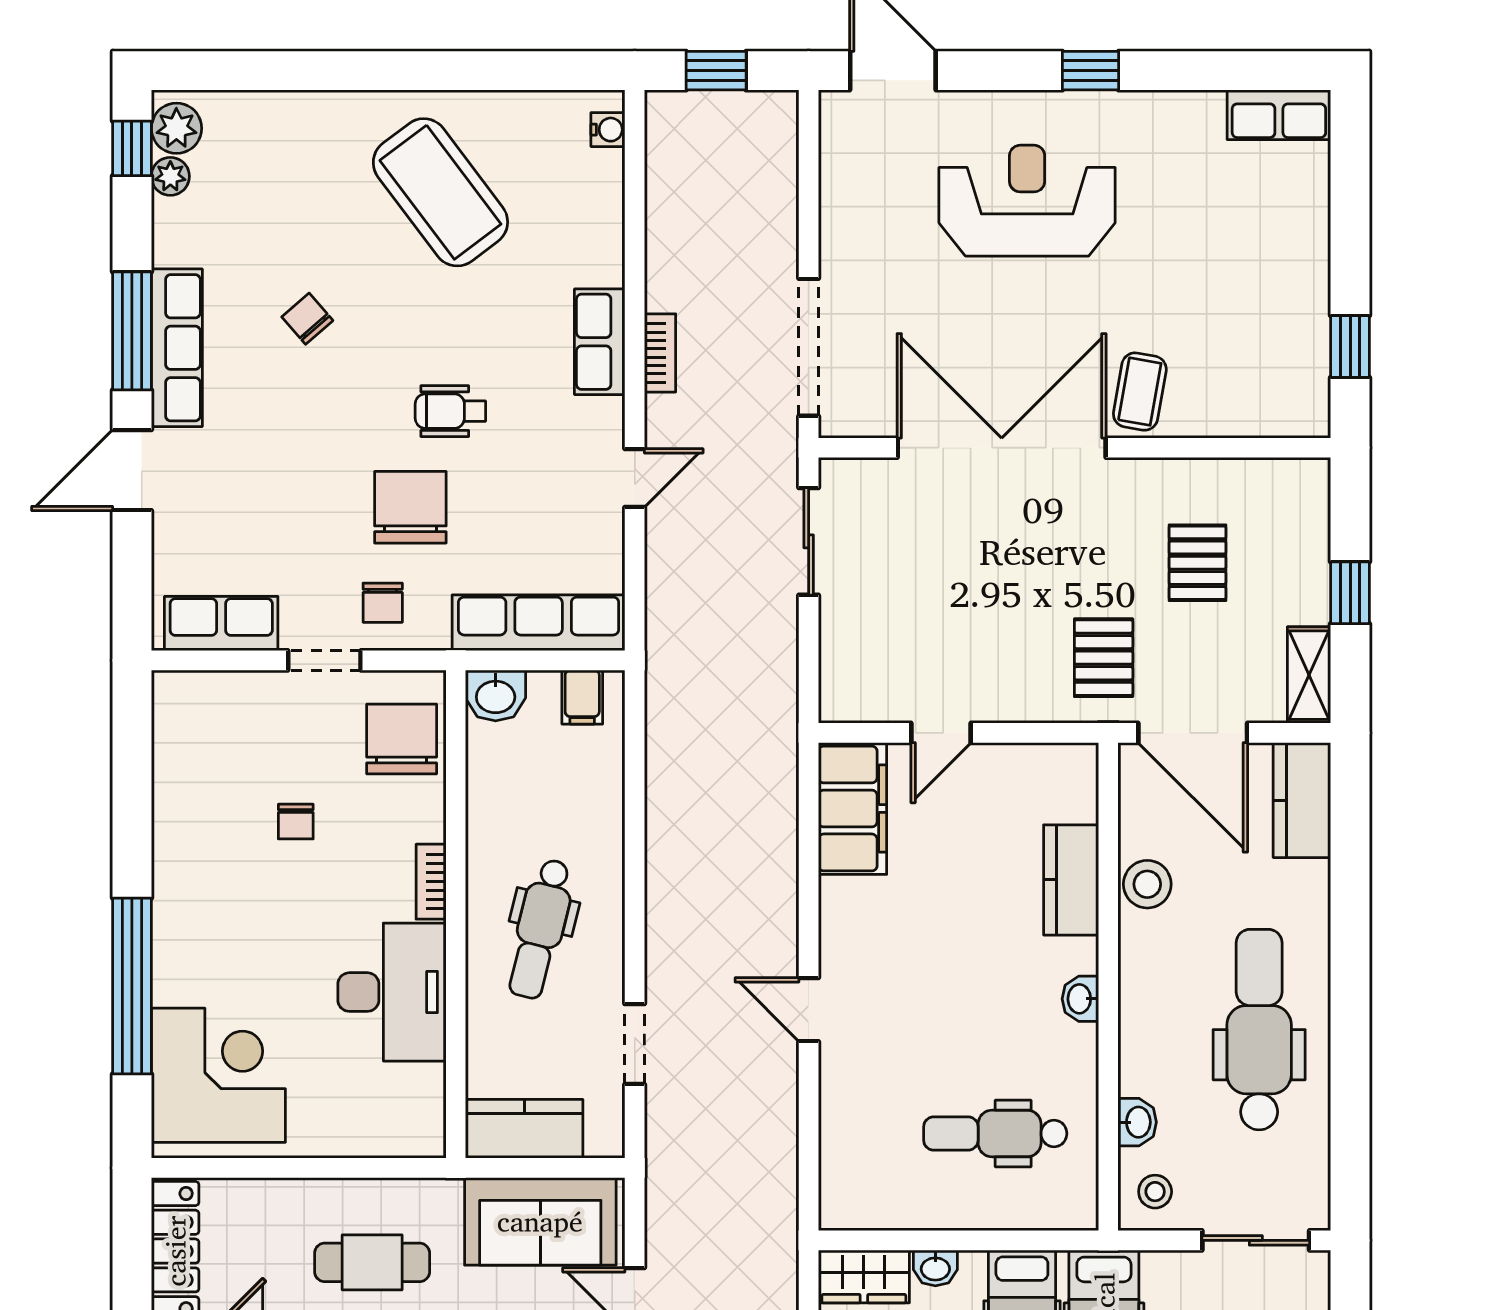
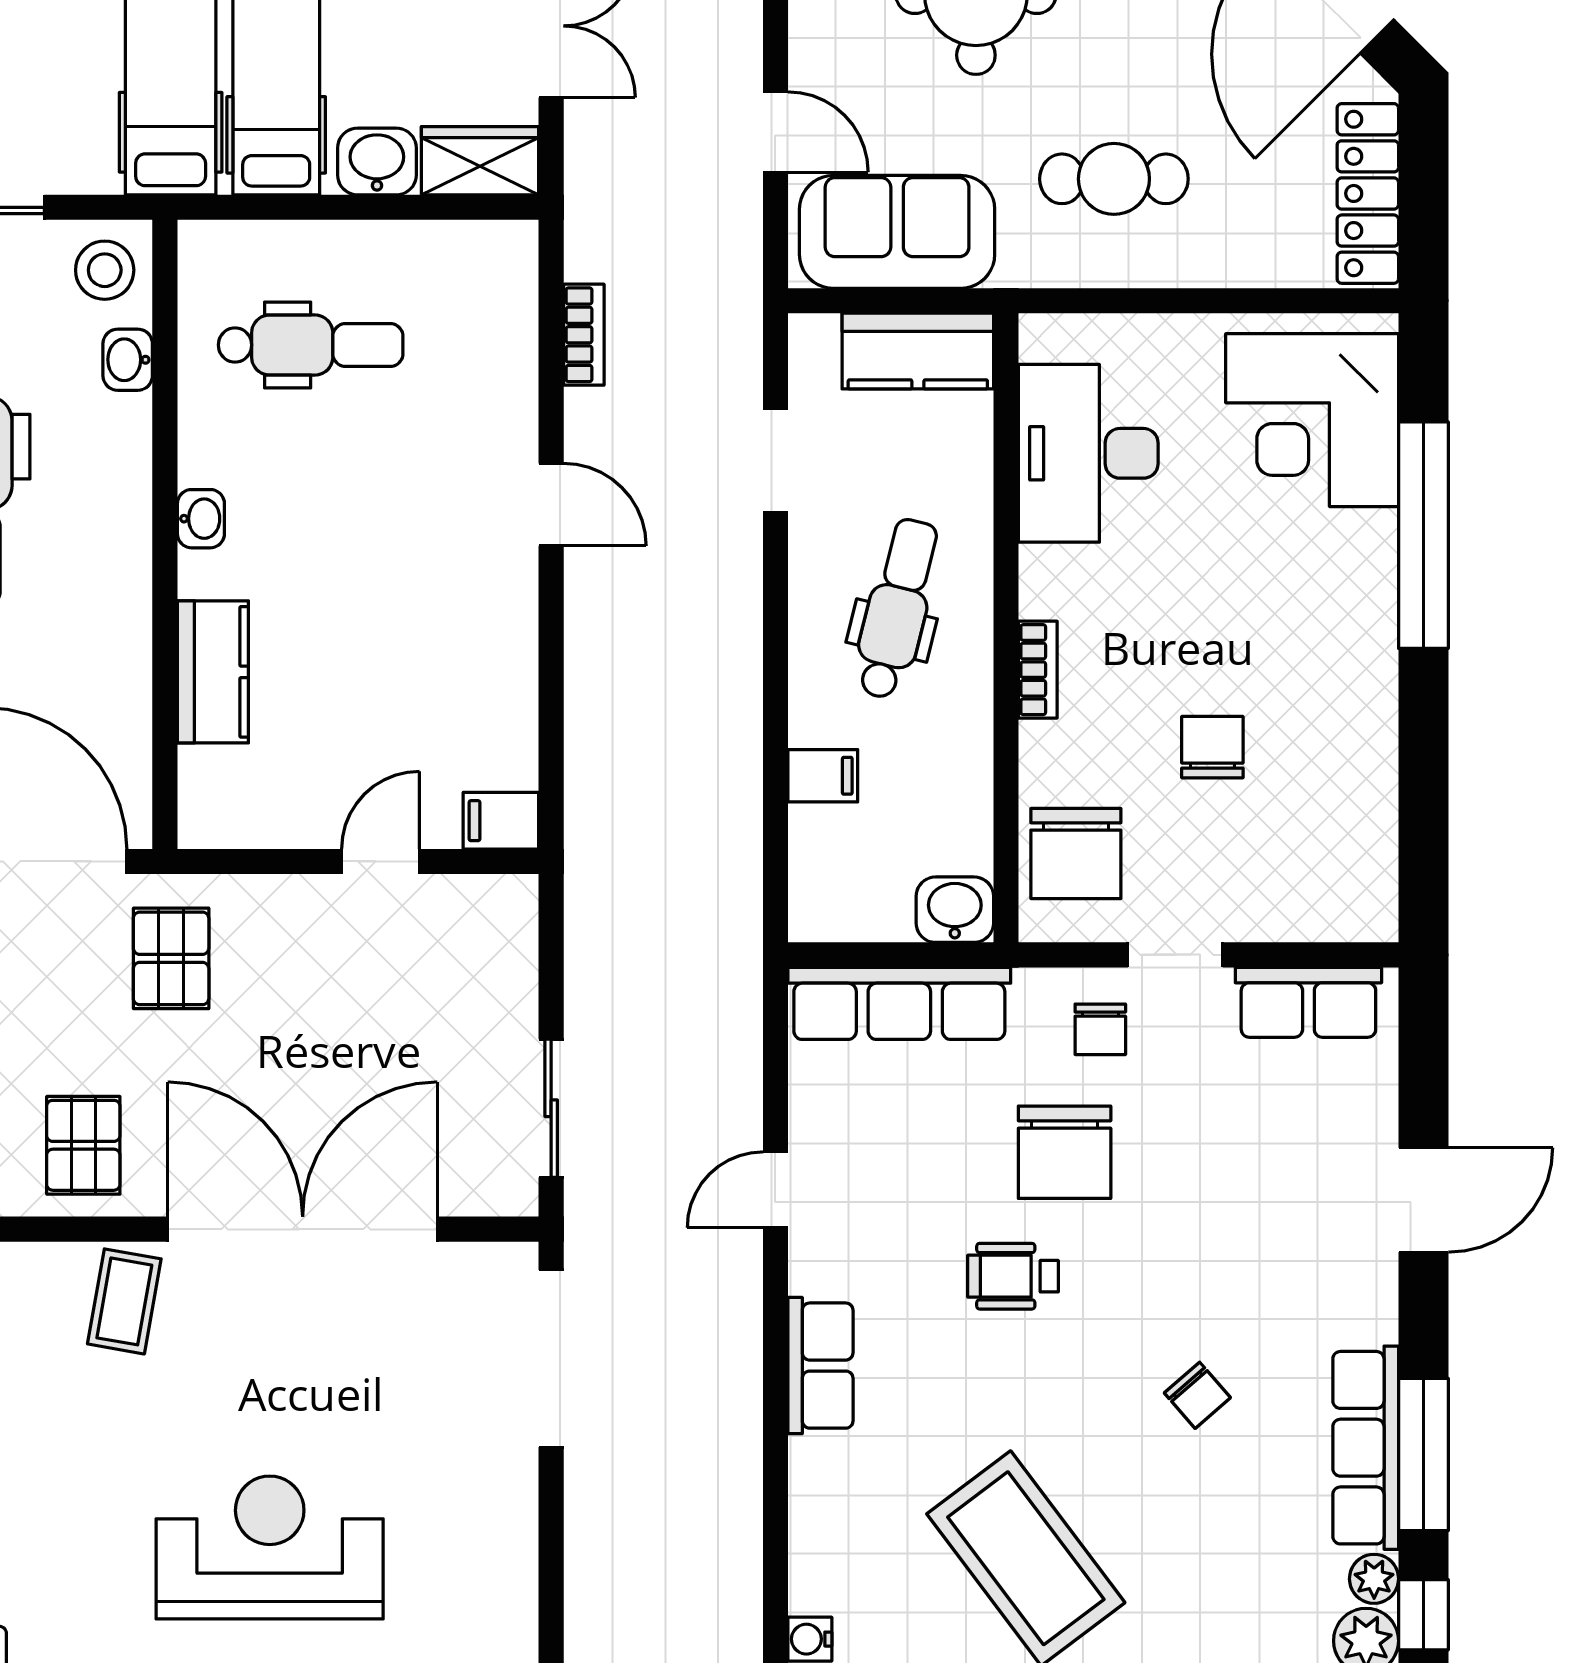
reception desk: (1027, 201) -> (270, 1547), turned 180
window: (132, 331) -> (1423, 1454), moved
row of seats: (177, 348) -> (1366, 1448), moved
bookcase: (660, 353) -> (584, 335), moved, turned 180
wheelchair: (450, 411) -> (1013, 1276), turned 180
double door: (1002, 448) -> (303, 1229), swing flipped
pallet: (1197, 563) -> (83, 1145), moved
chair: (383, 603) -> (1100, 1029), turned 180
filing cabinet: (582, 697) -> (823, 776), moved, turned 90
filing cabinet: (853, 808) -> (501, 821), width x0.33, depth x0.86
chair: (296, 822) -> (1212, 747), width x1.37, depth x1.37
stool: (1147, 884) -> (115, 666), removed
desk: (392, 992) -> (1088, 453), moved
stool: (1155, 1192) -> (105, 270), width x1.37, depth x1.37
washbasin: (935, 1268) -> (377, 161), width x1.38, depth x1.45

